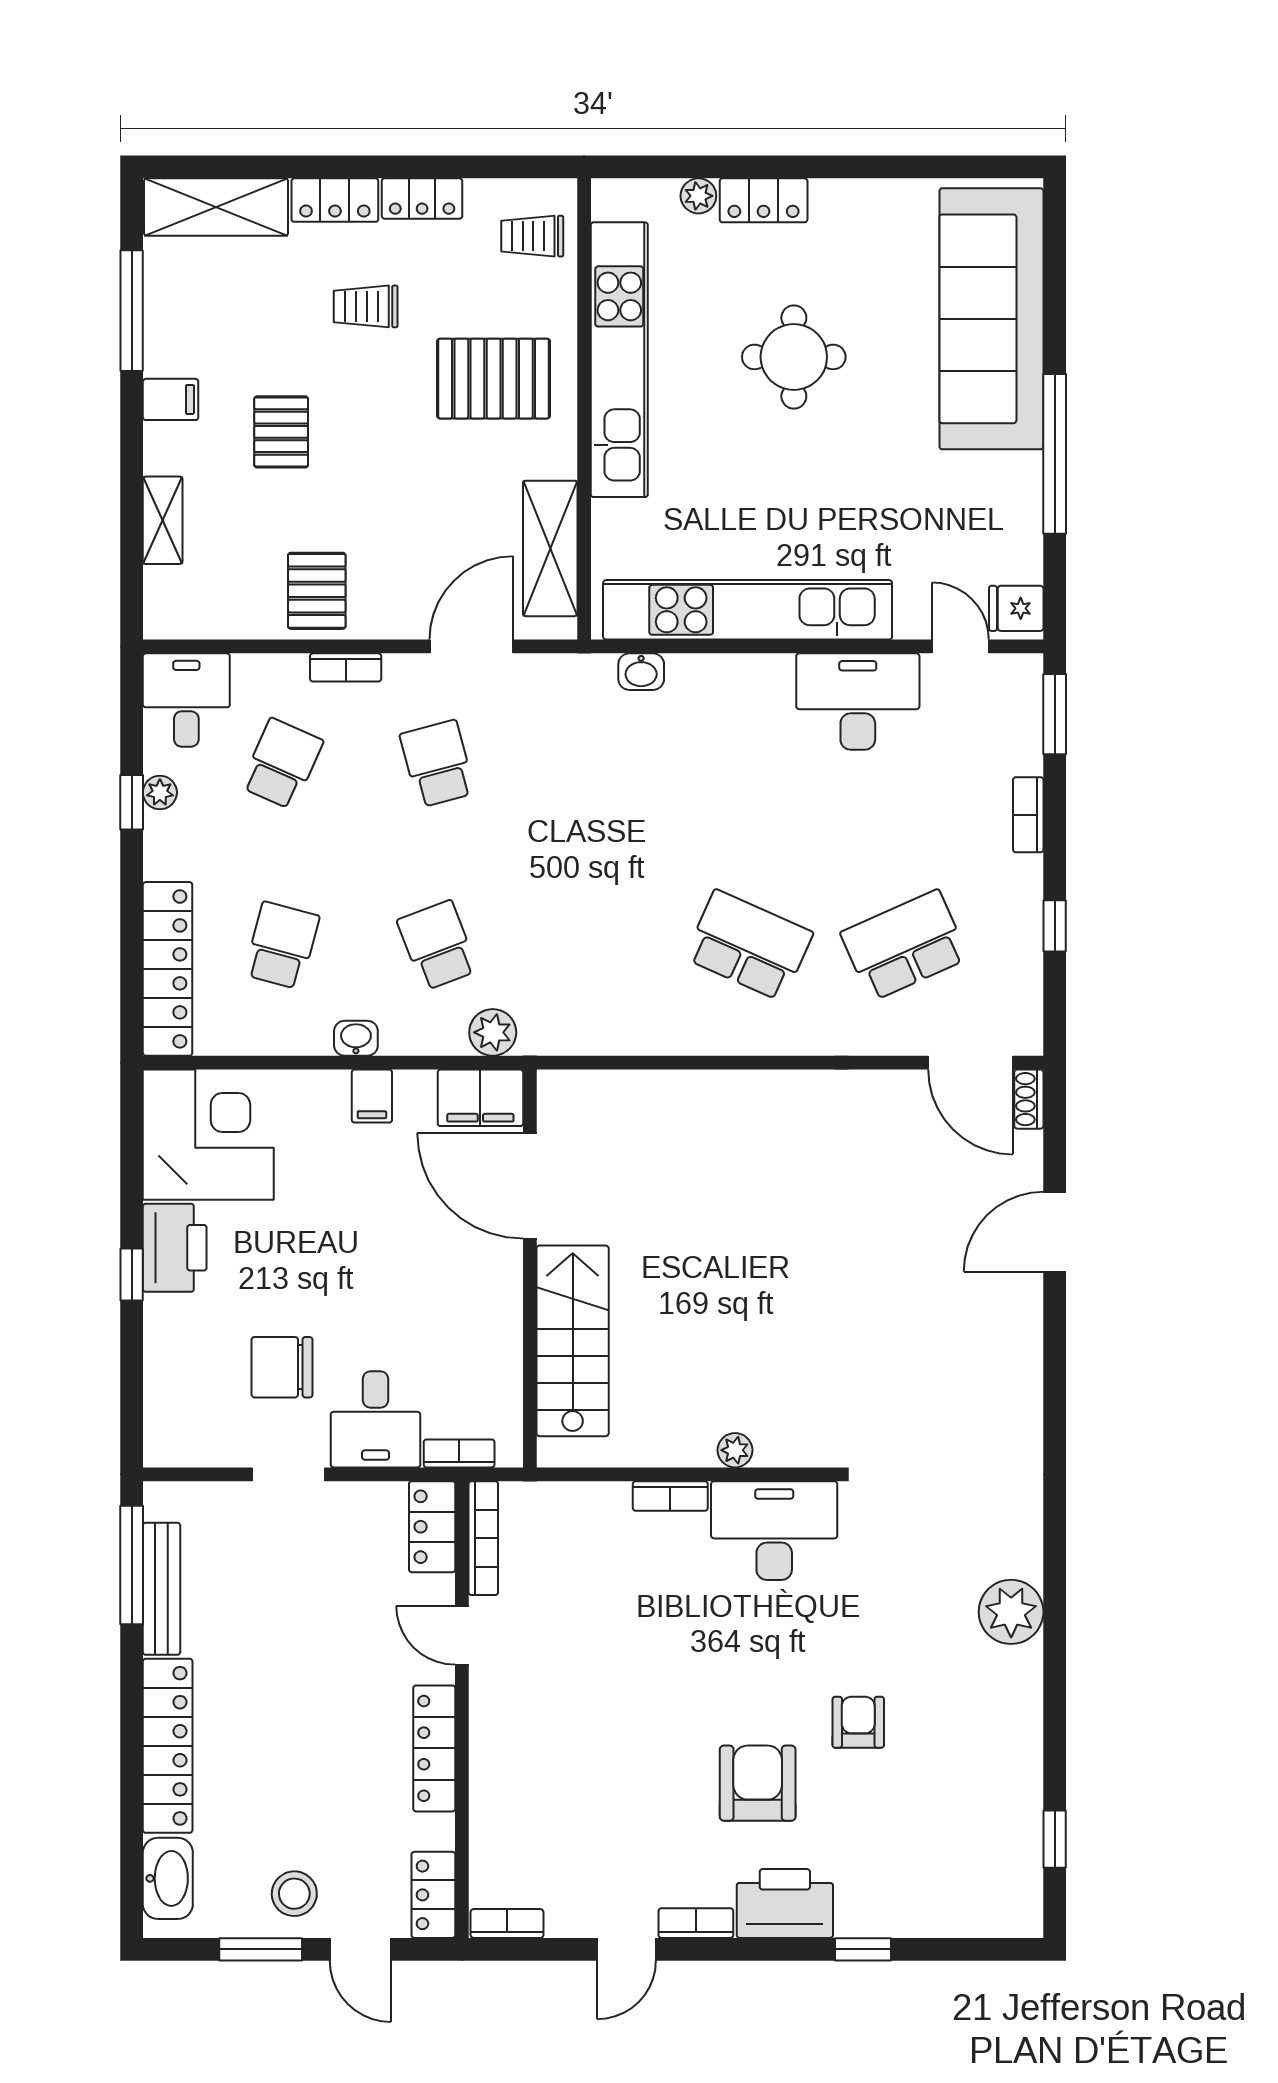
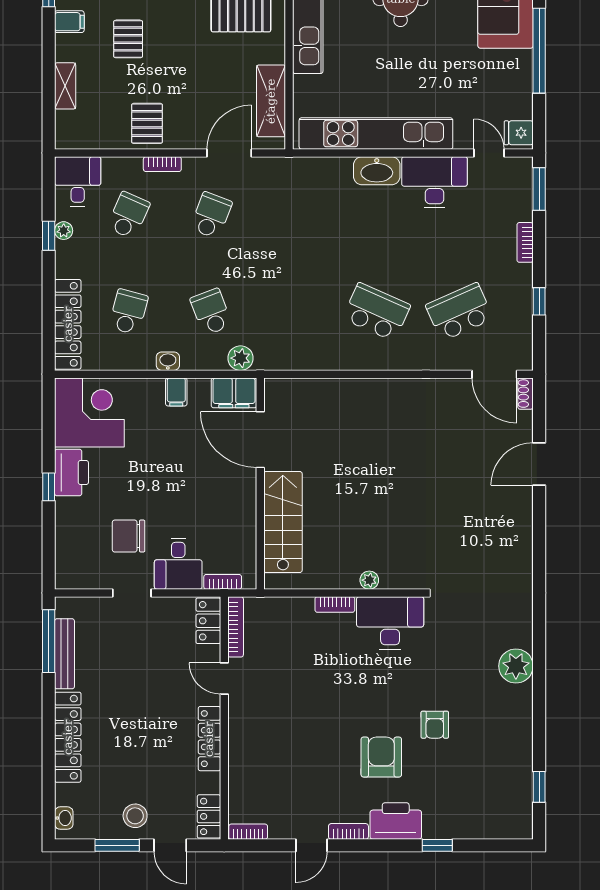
washbasin: (641, 672) -> (377, 171), moved, width x1.91, depth x1.45
school desk: (437, 764) -> (211, 215), turned 36
armchair: (858, 1722) -> (435, 725), turned 180
washbasin: (168, 1878) -> (64, 818), width x0.52, depth x0.69

